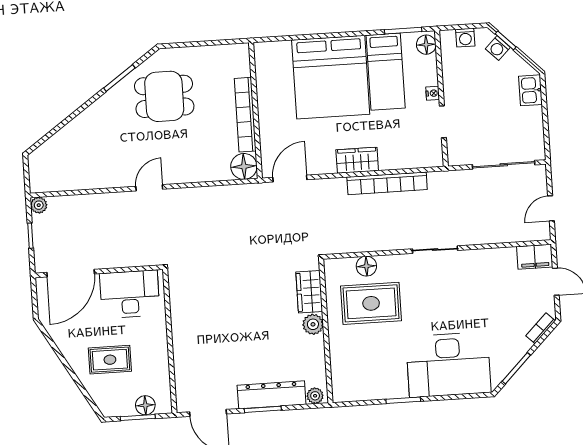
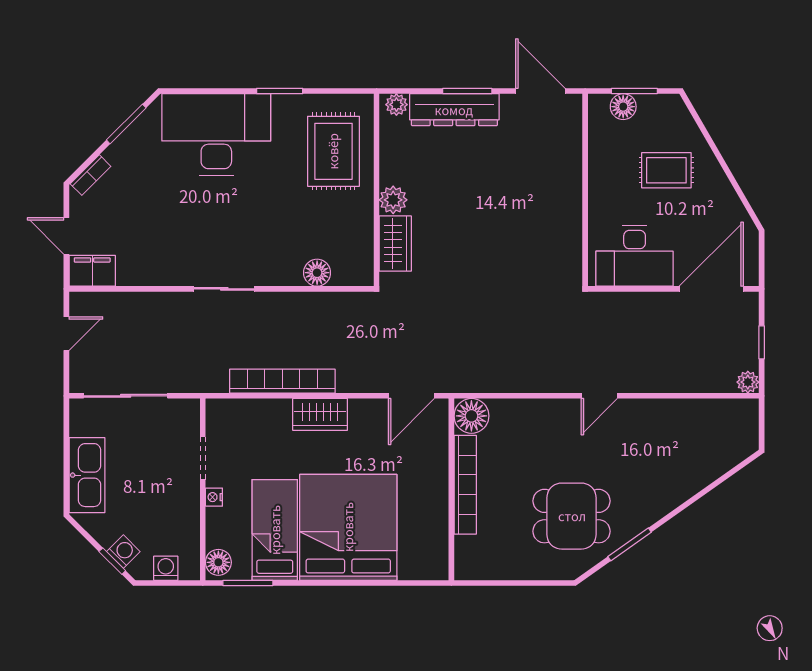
kitchen sink: (530, 90) -> (87, 475), width x1.88, depth x1.24
rug: (371, 303) -> (333, 151), moved, turned 90

